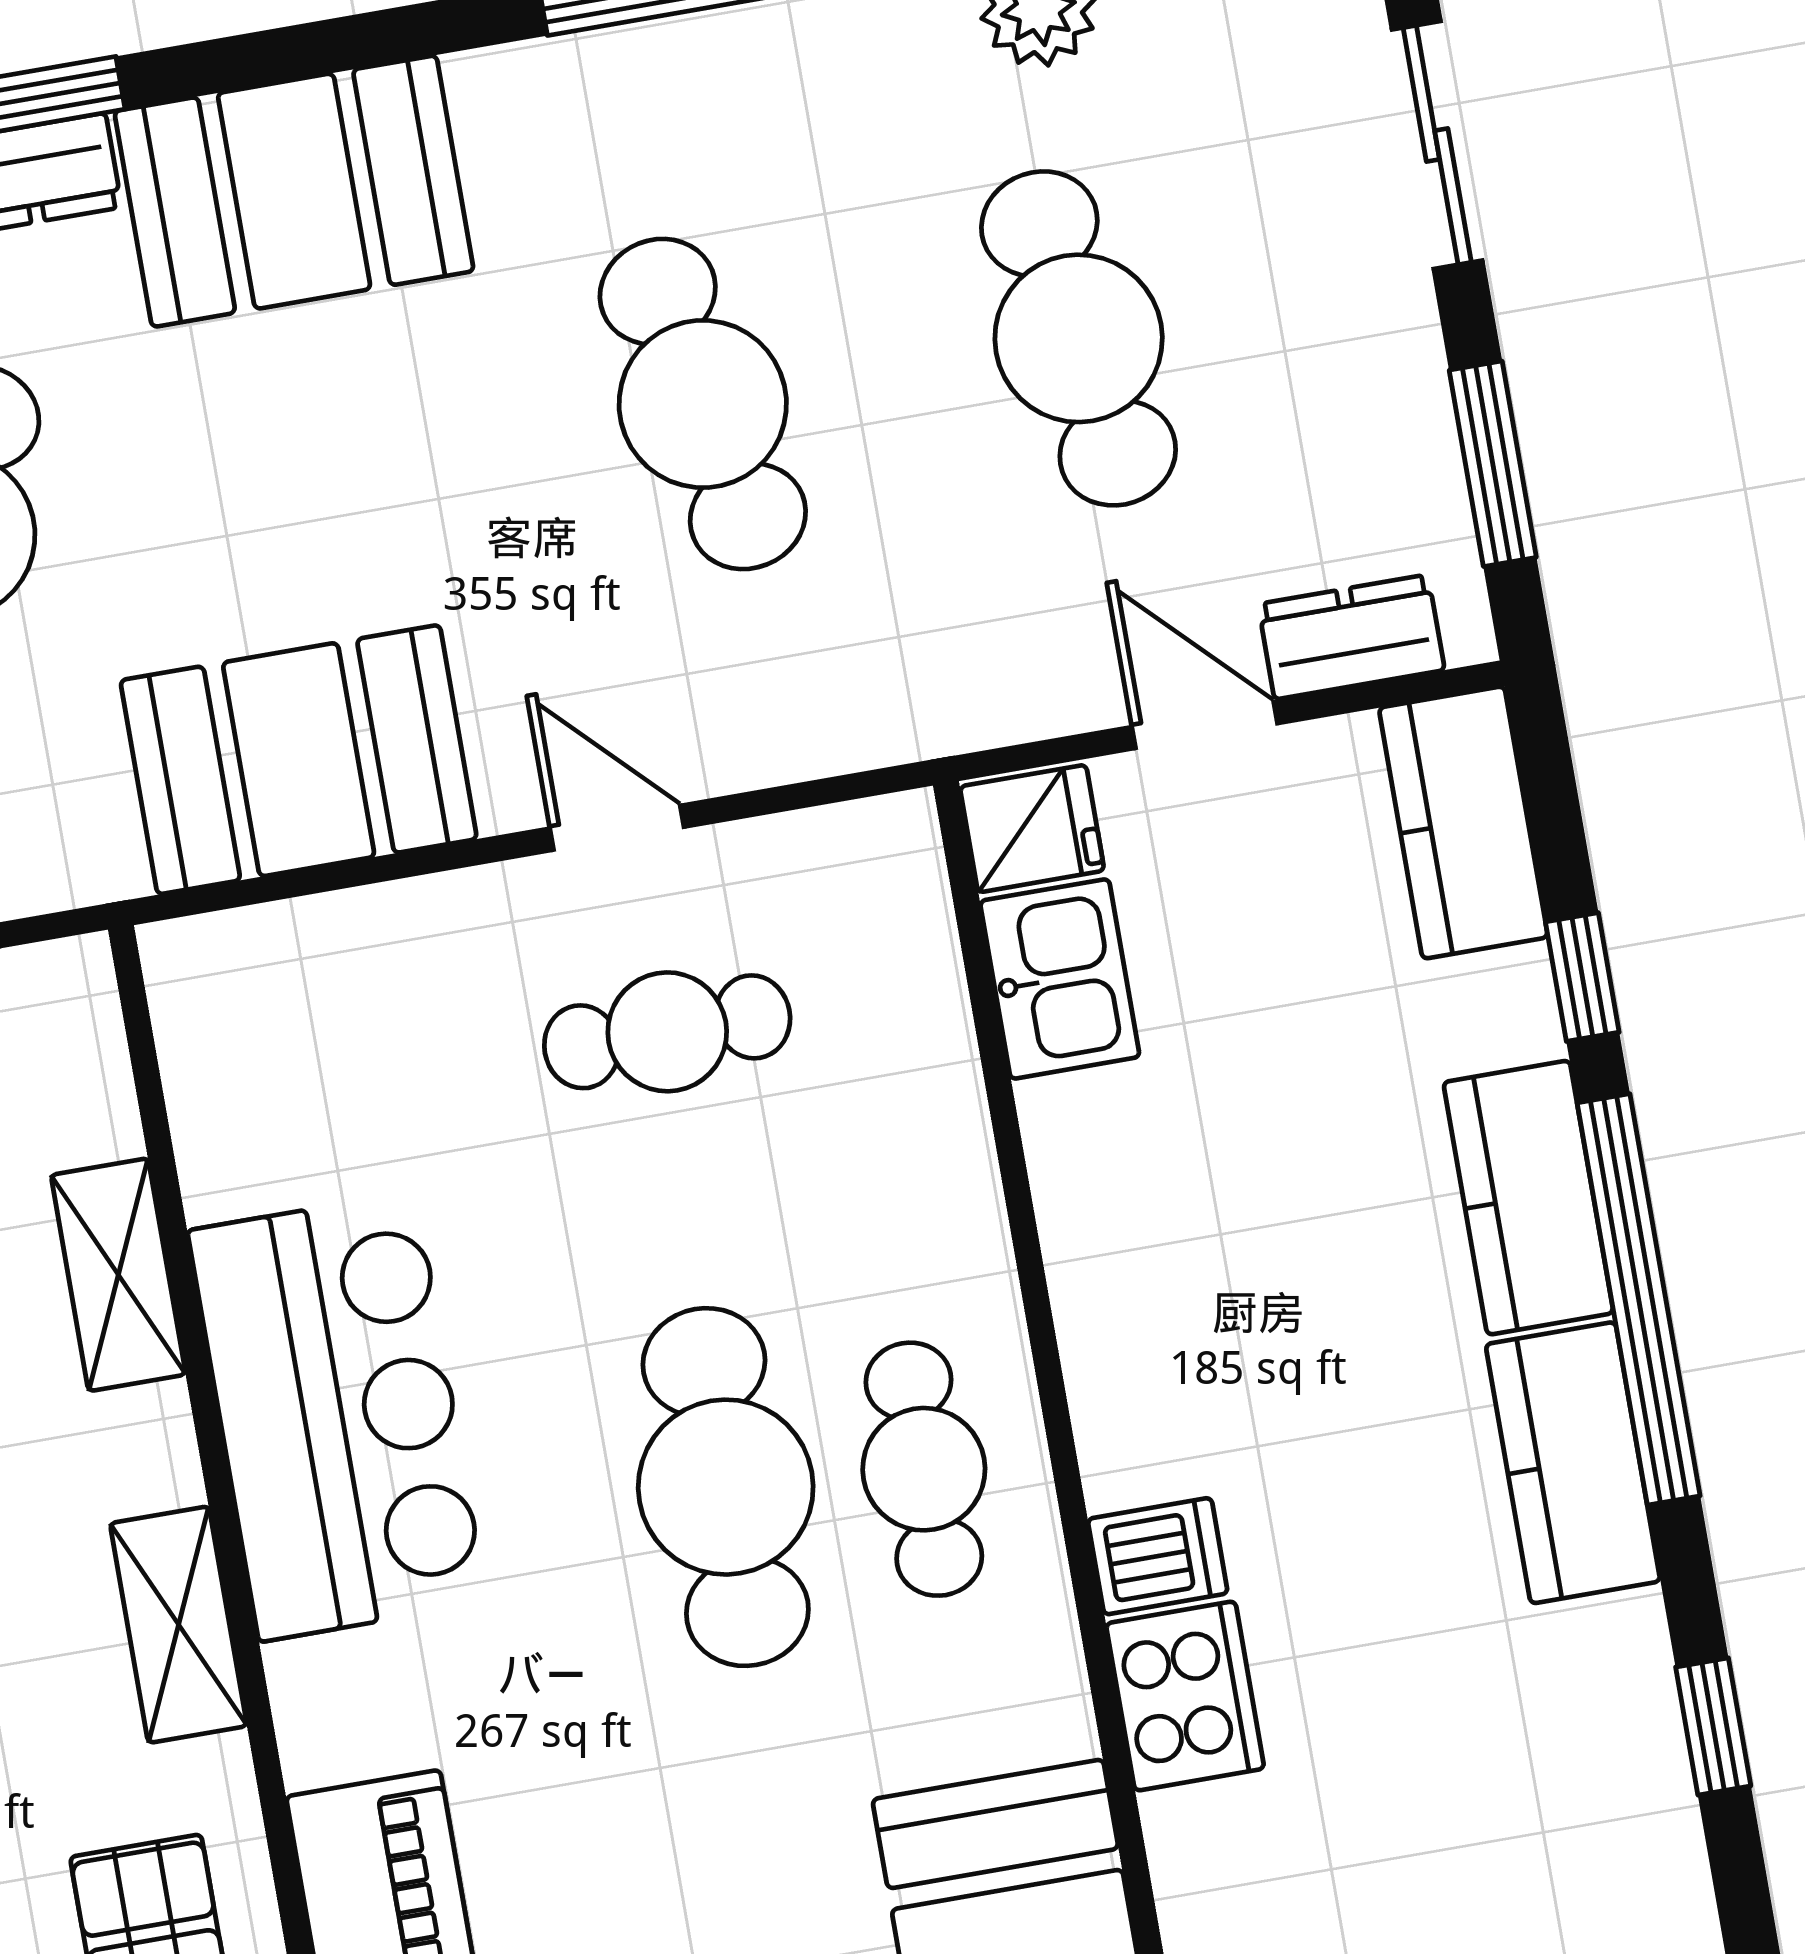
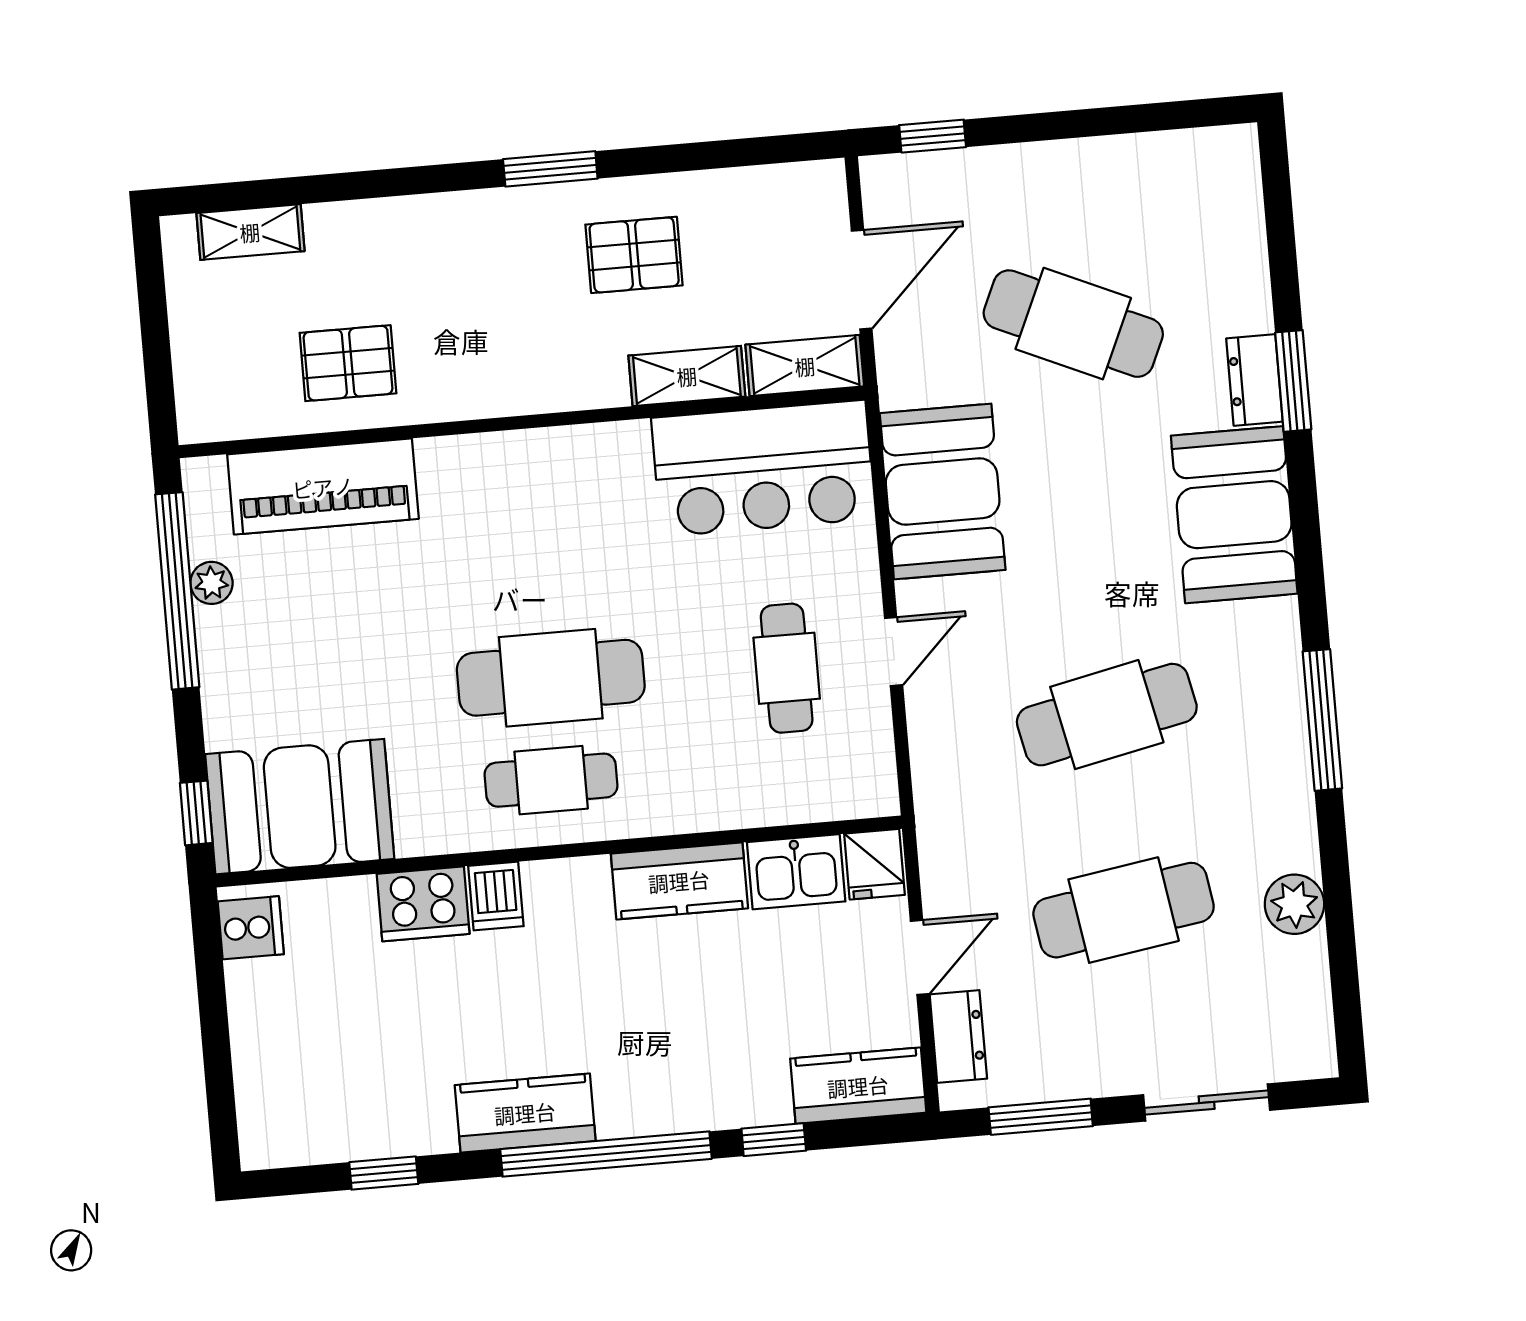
kitchen counter: (1528, 1198) -> (679, 881), moved, turned 180
bar counter: (337, 1416) -> (763, 468), moved
shelving: (179, 1625) -> (805, 366), moved

